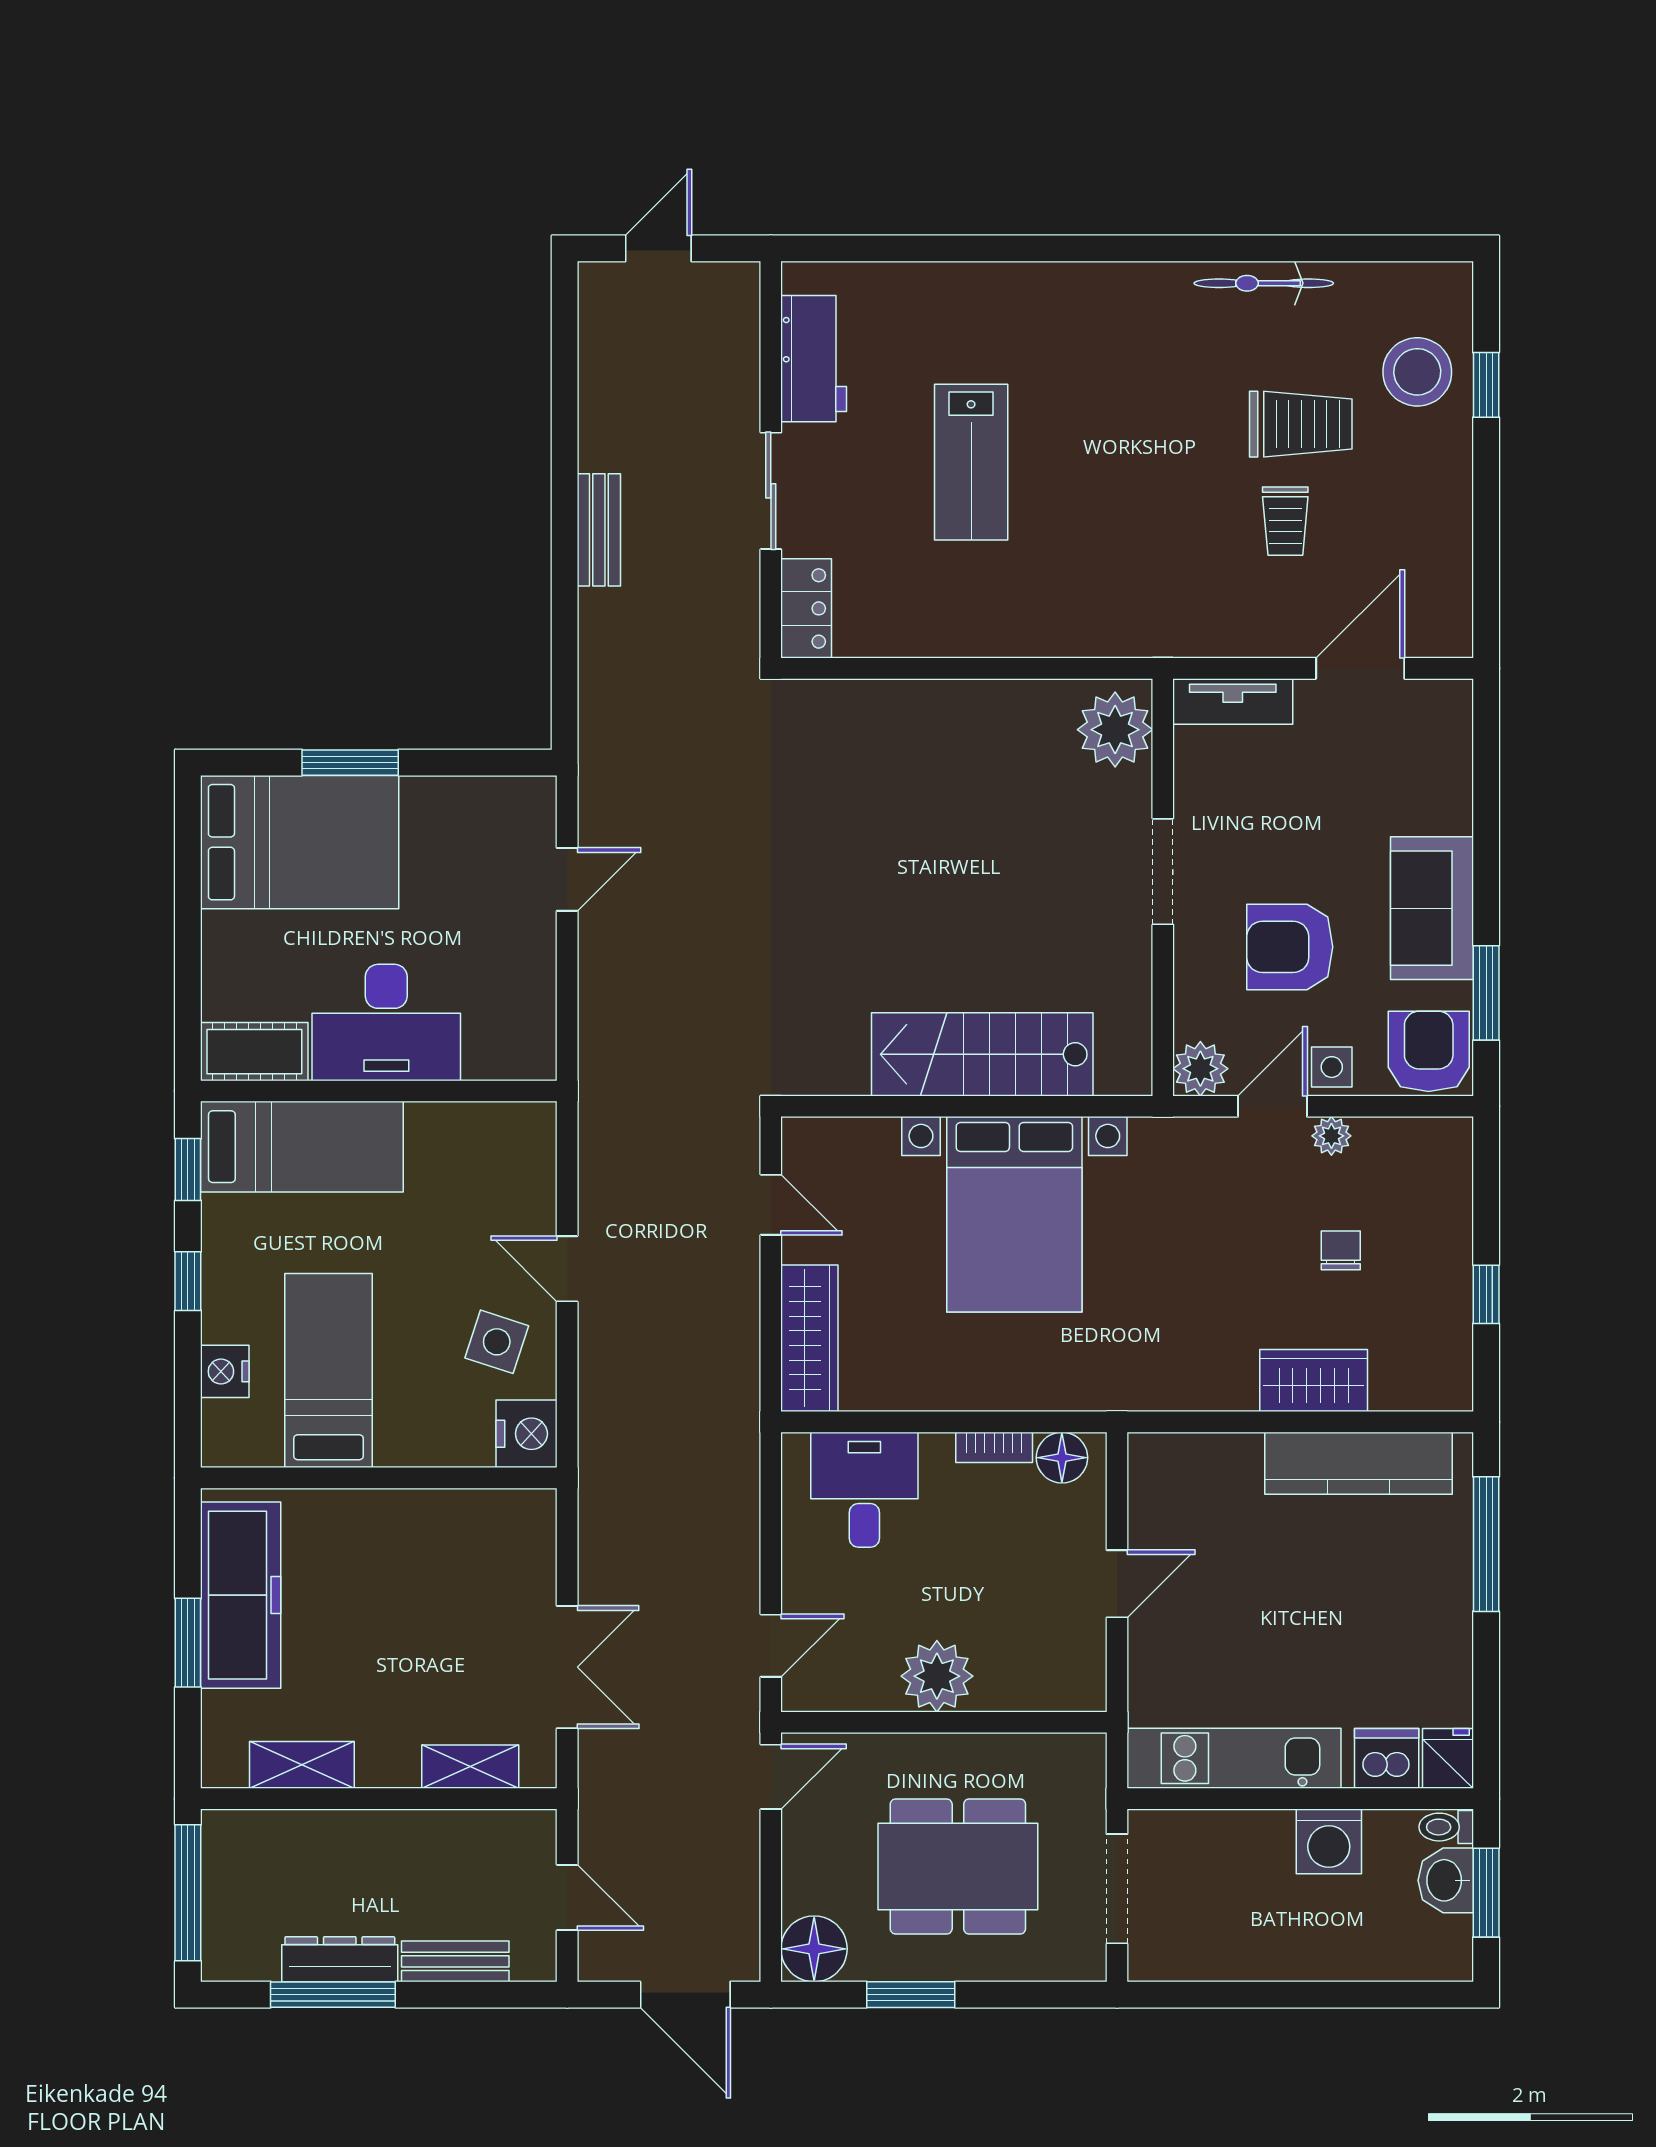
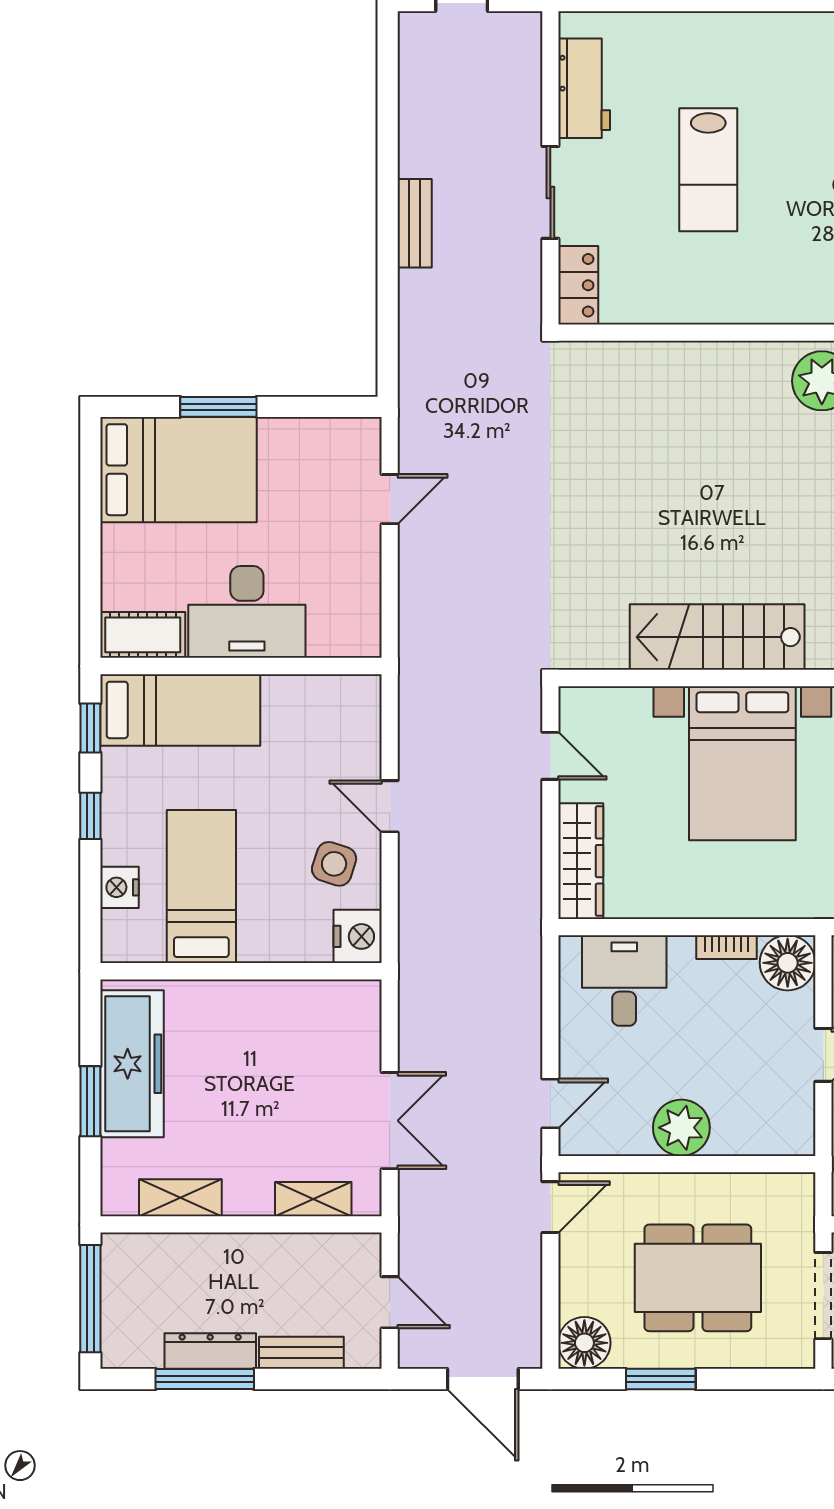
floor lamp: (1062, 1458) -> (788, 963), width x1.38, depth x1.38

